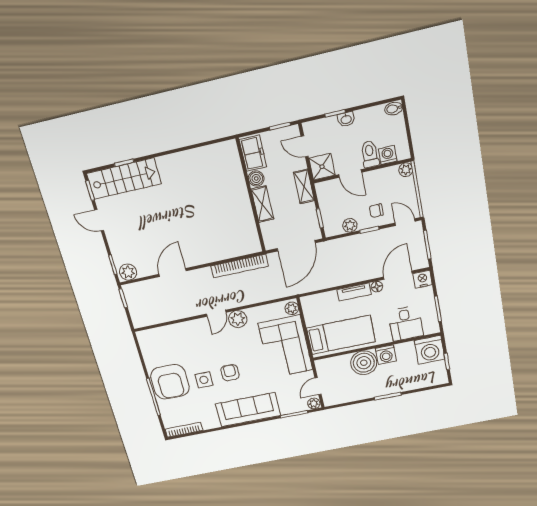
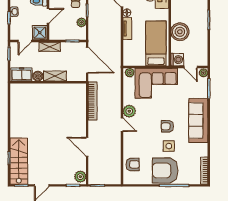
armchair: (166, 339) -> (133, 164), added
washing machine: (386, 355) -> (177, 60), moved
armchair: (170, 382) -> (165, 170), turned 180

